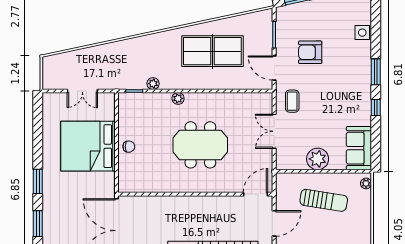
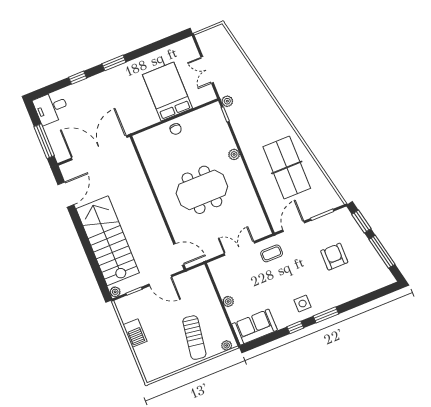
side table: (362, 33) -> (303, 304), moved
armchair: (310, 52) -> (334, 257), moved
plant: (153, 84) -> (227, 101), moved
meeting table: (200, 145) -> (202, 190), turned 90
bed: (88, 146) -> (167, 91), width x0.73
plant: (318, 159) -> (228, 301), width x0.53, depth x0.53
sun lounger: (324, 200) -> (194, 338), moved
window: (38, 224) -> (78, 78), width x0.67

